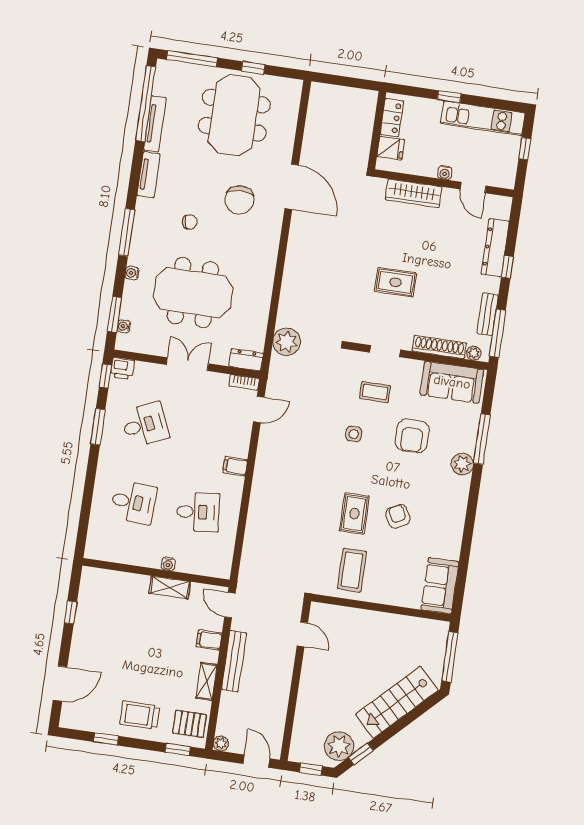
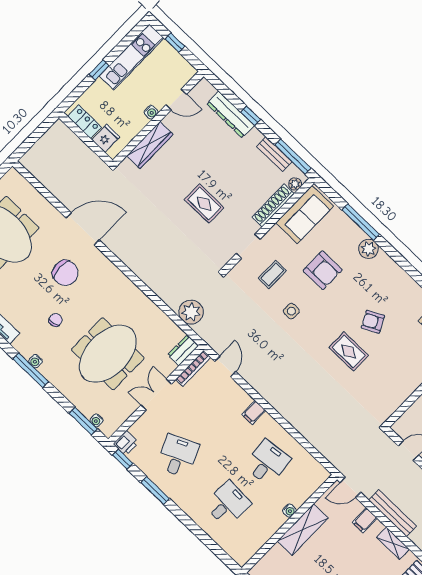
water cooler: (132, 273) -> (35, 361), moved
rug: (395, 282) -> (204, 204), turned 90
bookcase: (244, 382) -> (193, 368), width x1.56
coffee table: (352, 570) -> (388, 382), removed
shelving: (170, 587) -> (303, 530), width x1.50, depth x1.33

